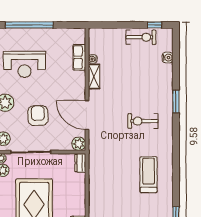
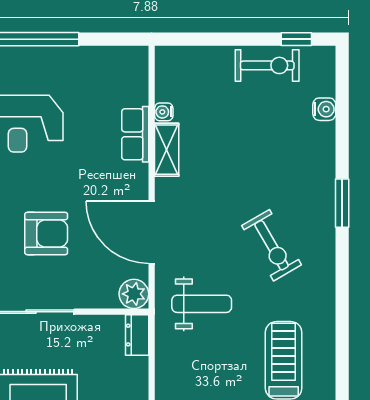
row of seats: (79, 57) -> (135, 134), moved
armchair: (38, 116) -> (46, 234), turned 92
exercise bike: (143, 121) -> (272, 245), turned -120
weight bench: (110, 148) -> (202, 304), added

